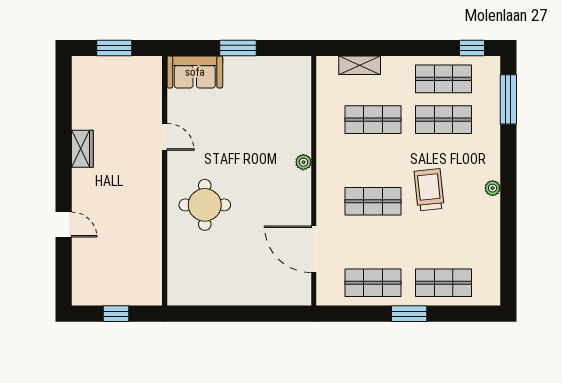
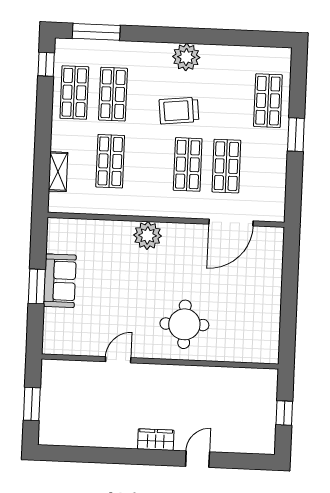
sofa: (195, 72) -> (60, 281), moved
wardrobe: (82, 149) -> (156, 440), moved
plant: (303, 162) -> (148, 235), width x1.87, depth x1.87
plant: (493, 188) -> (186, 57), width x1.87, depth x1.87
shop shelf: (373, 283) -> (226, 166), moved

